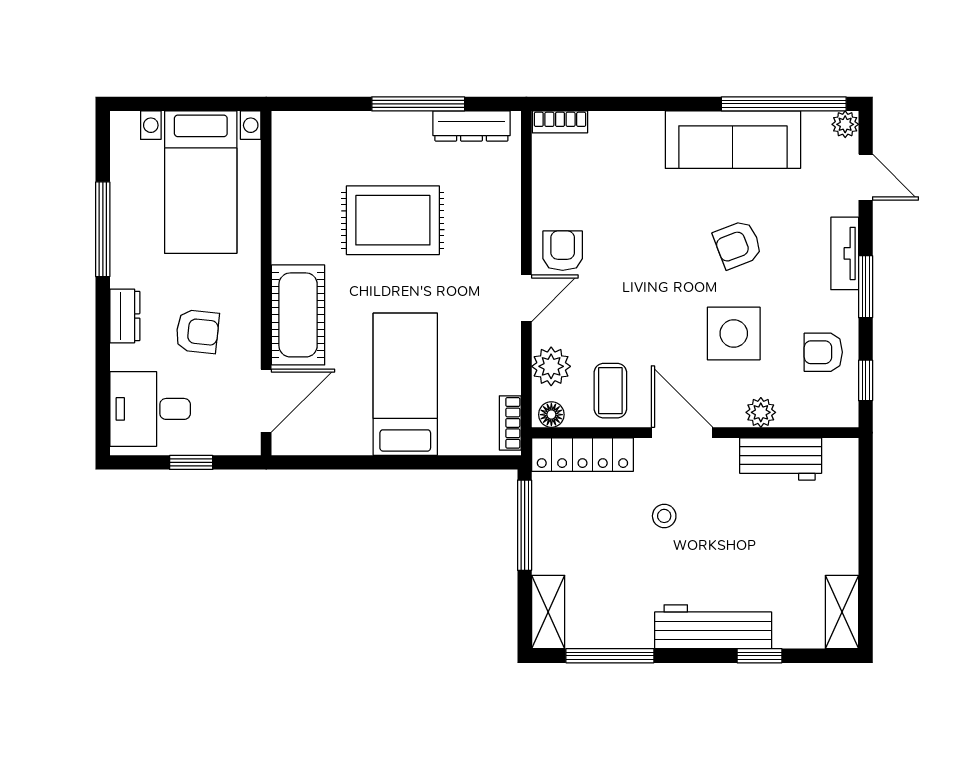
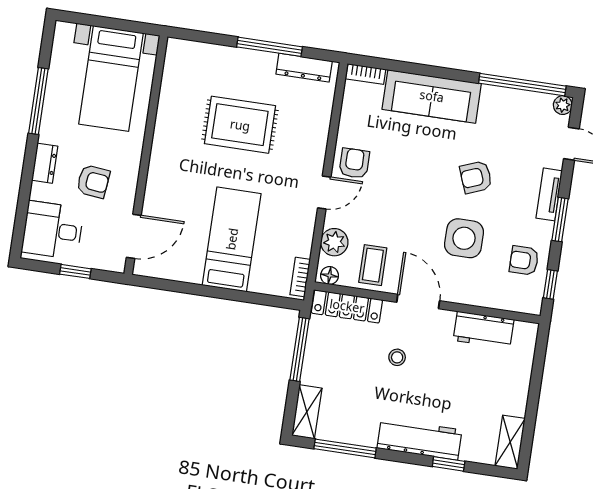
sofa: (733, 140) -> (432, 96), moved
cot: (298, 315) -> (165, 180), removed
plant: (761, 412) -> (475, 296), removed

